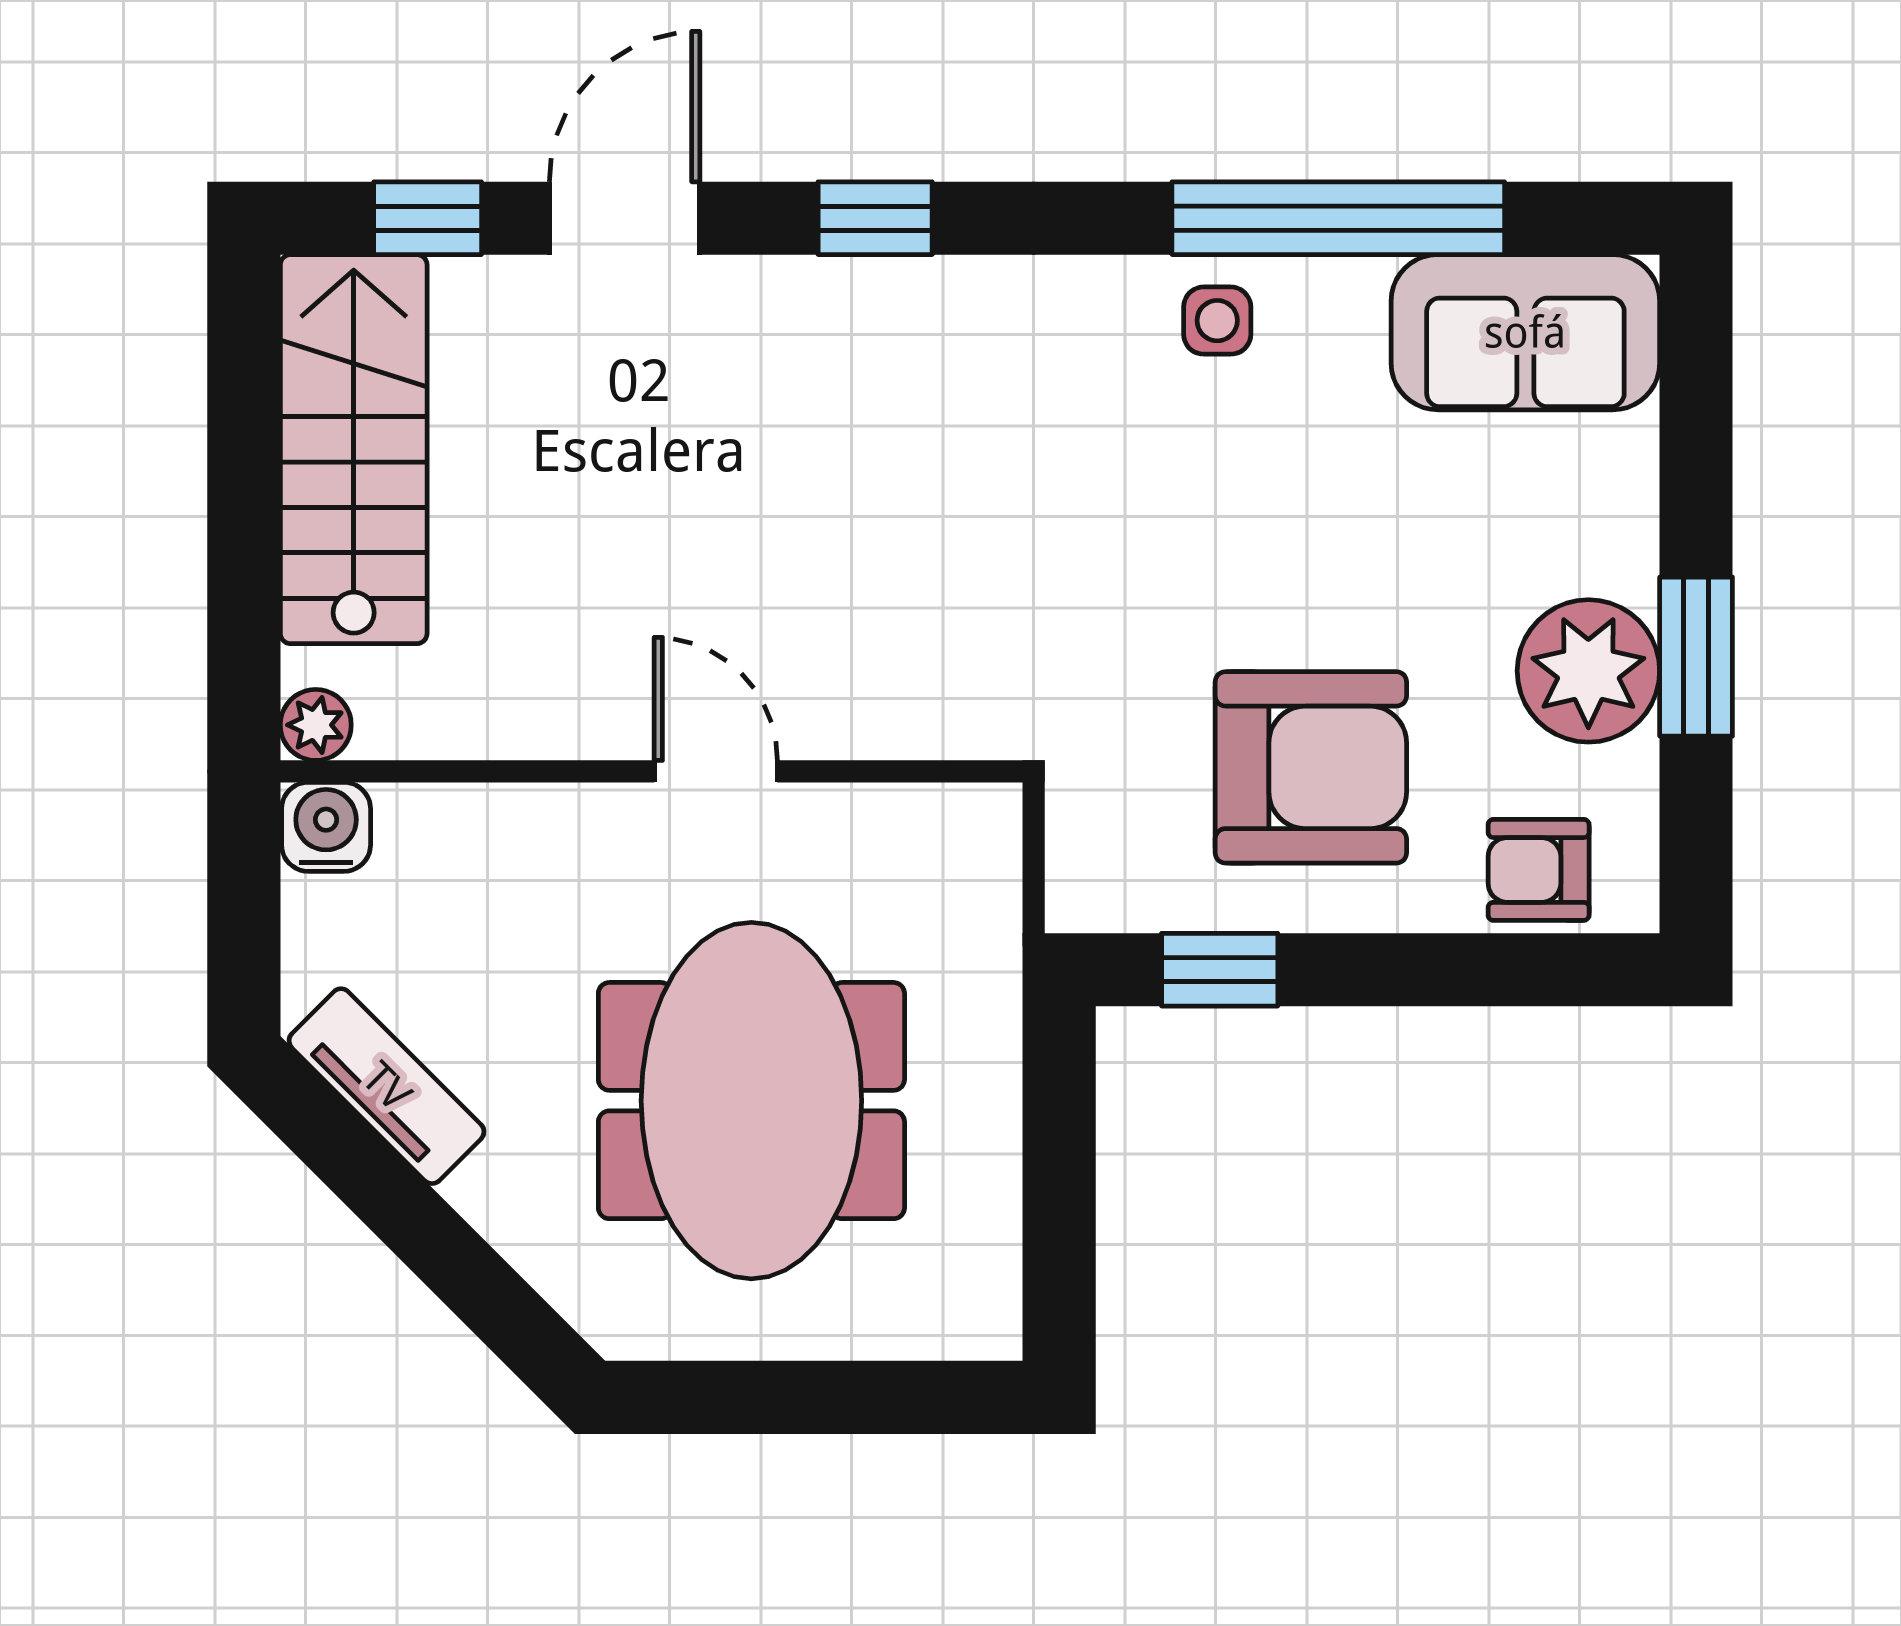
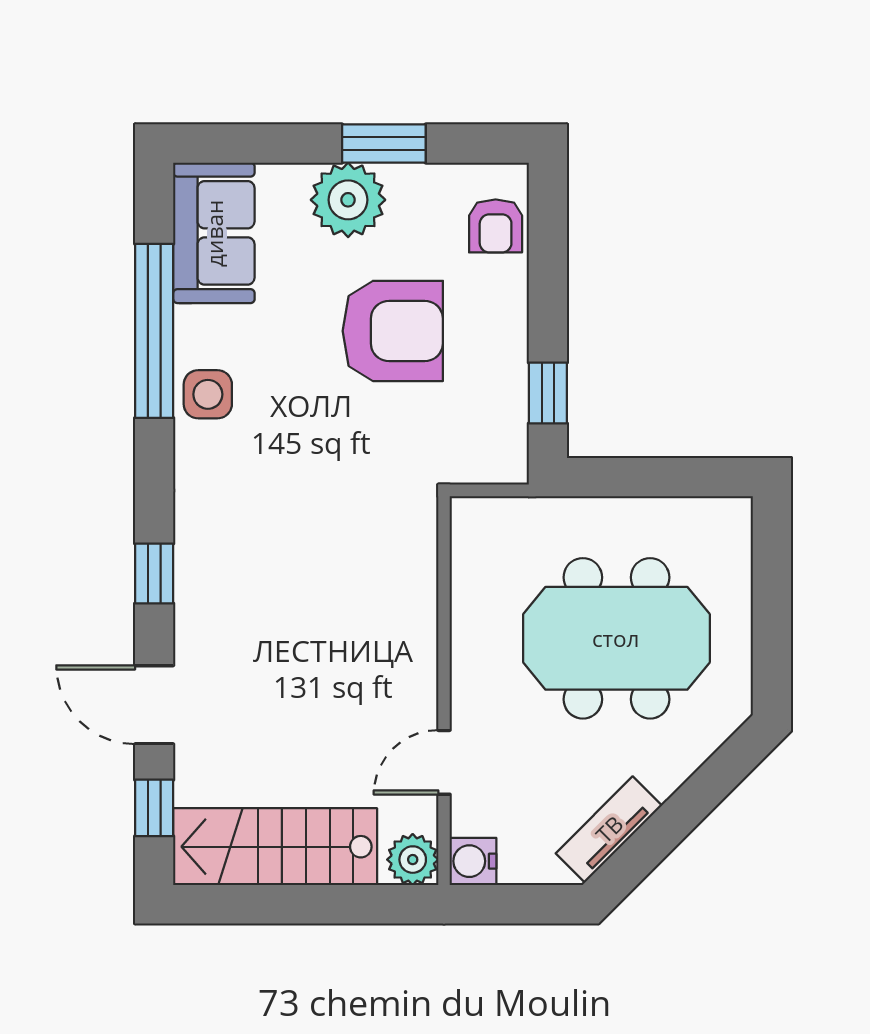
side table: (1217, 321) -> (208, 394), width x1.37, depth x1.37
plant: (1588, 671) -> (348, 200), moved
plant: (316, 725) -> (413, 860), width x1.38, depth x1.38
armchair: (1311, 767) -> (393, 331), moved, turned 90
door: (716, 771) -> (444, 762), moved

